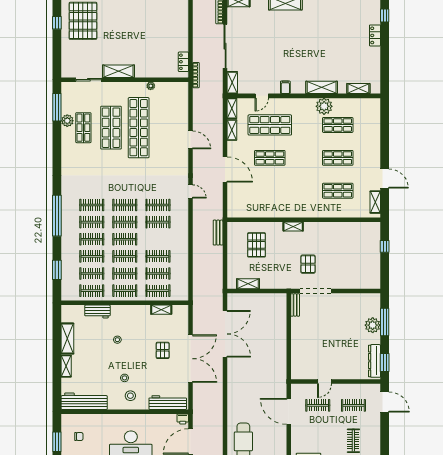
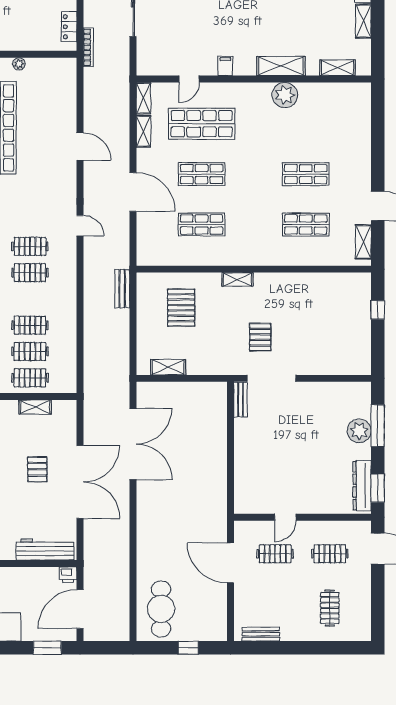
shelving: (232, 83) -> (363, 21), moved
shop shelf: (338, 125) -> (202, 225), moved

